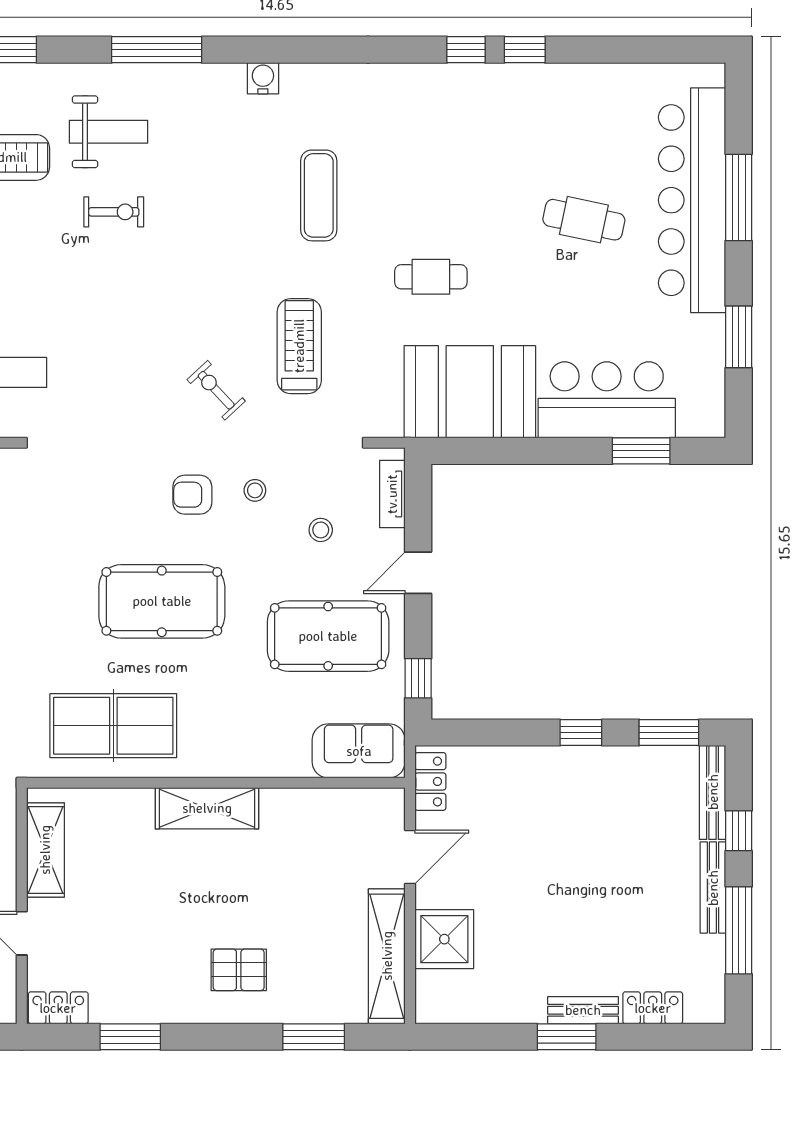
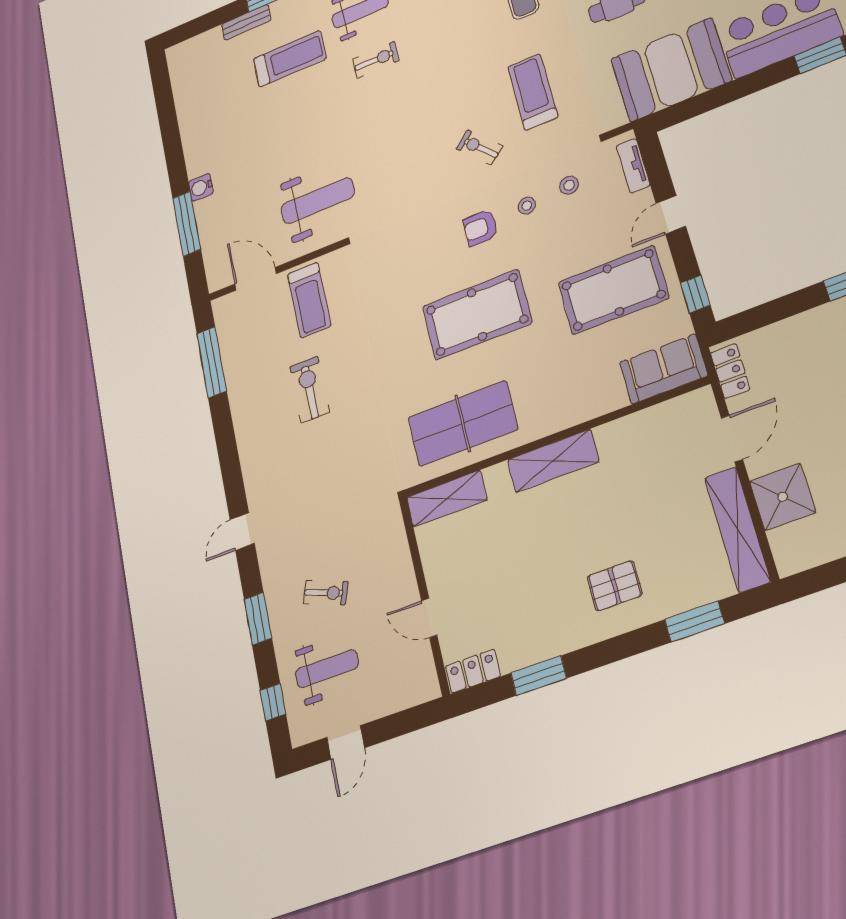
stool: (321, 530) -> (569, 185), moved
shelving: (45, 850) -> (447, 499), moved, turned 90

